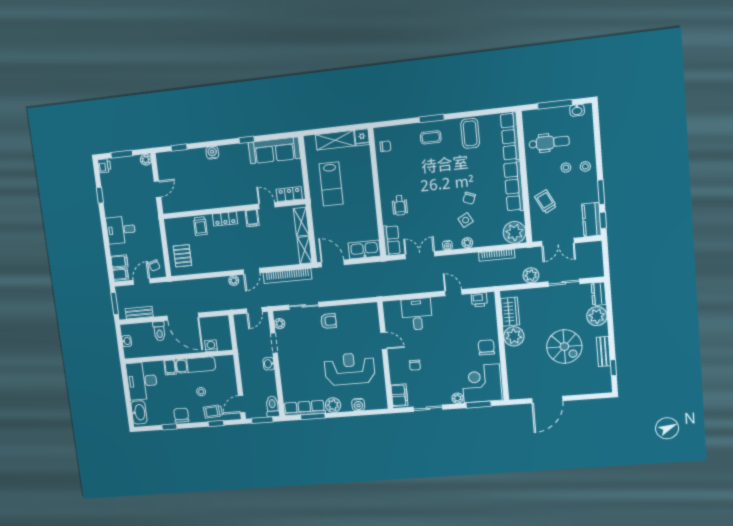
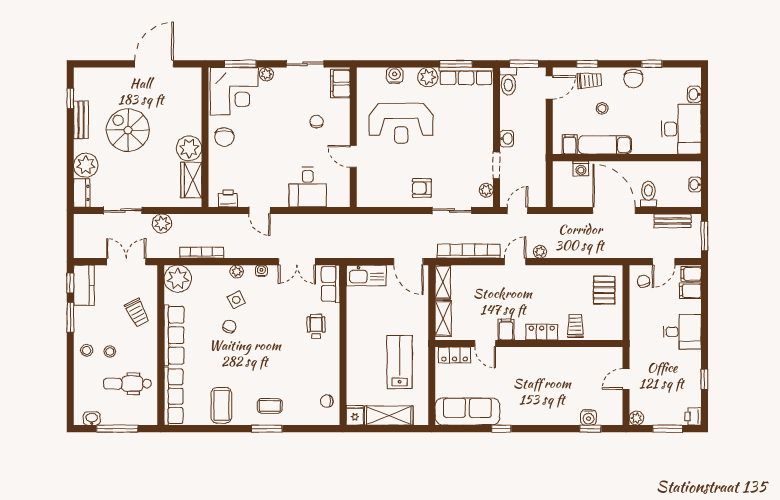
water cooler: (212, 153) -> (589, 417), moved
filing cabinet: (170, 367) -> (570, 144), moved
washbasin: (139, 412) -> (694, 94), width x0.52, depth x0.69

